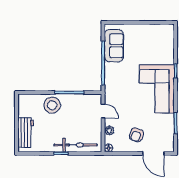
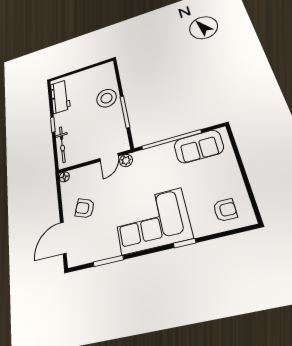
armchair: (161, 41) -> (225, 210), added
plant: (109, 130) -> (126, 161), moved
workbench: (26, 132) -> (60, 96), moved, turned -90
bicycle: (75, 145) -> (62, 144), width x0.73, depth x0.71

